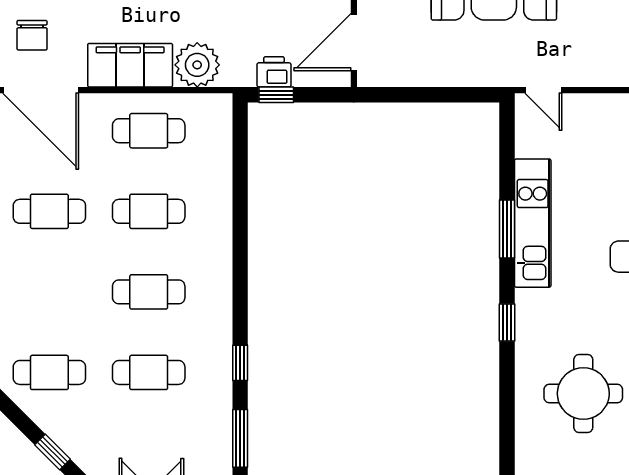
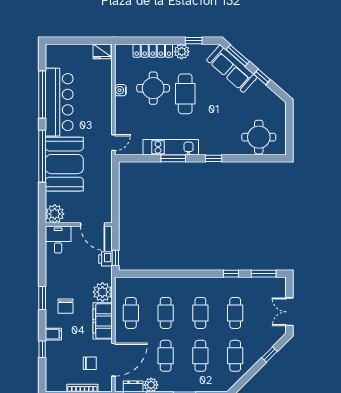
cafe table: (49, 292) -> (200, 356), added
round table: (583, 394) -> (259, 137), moved

